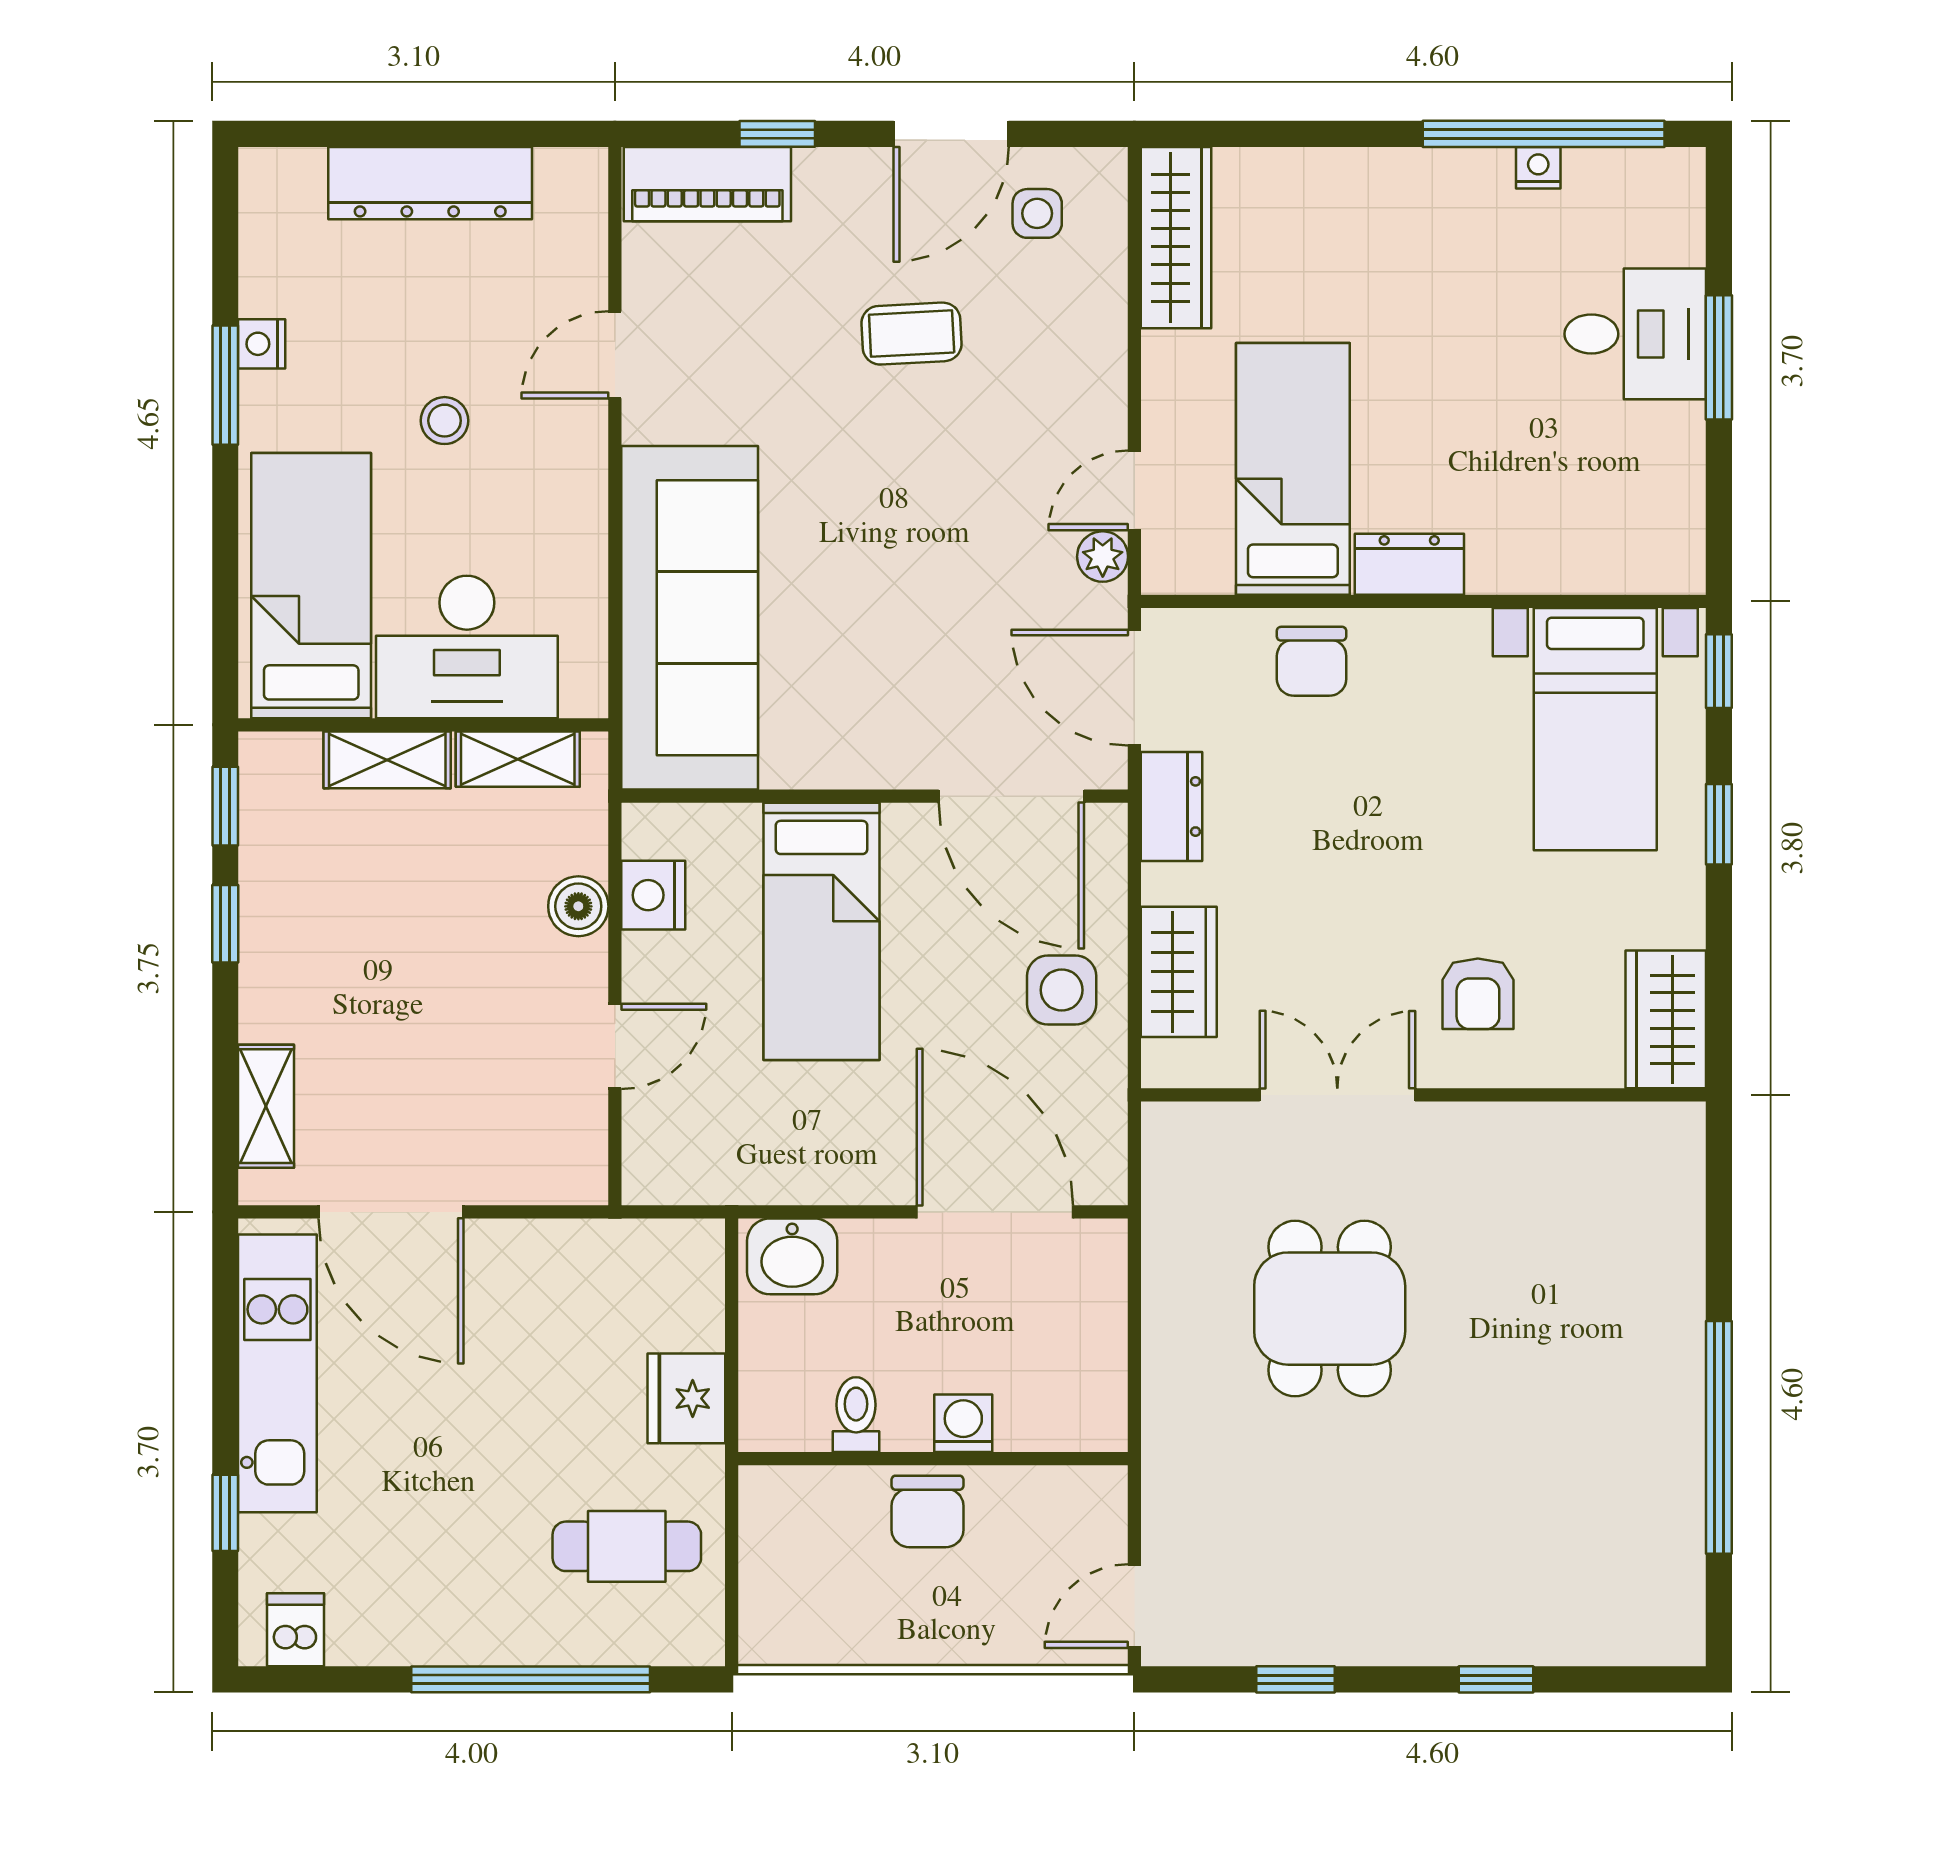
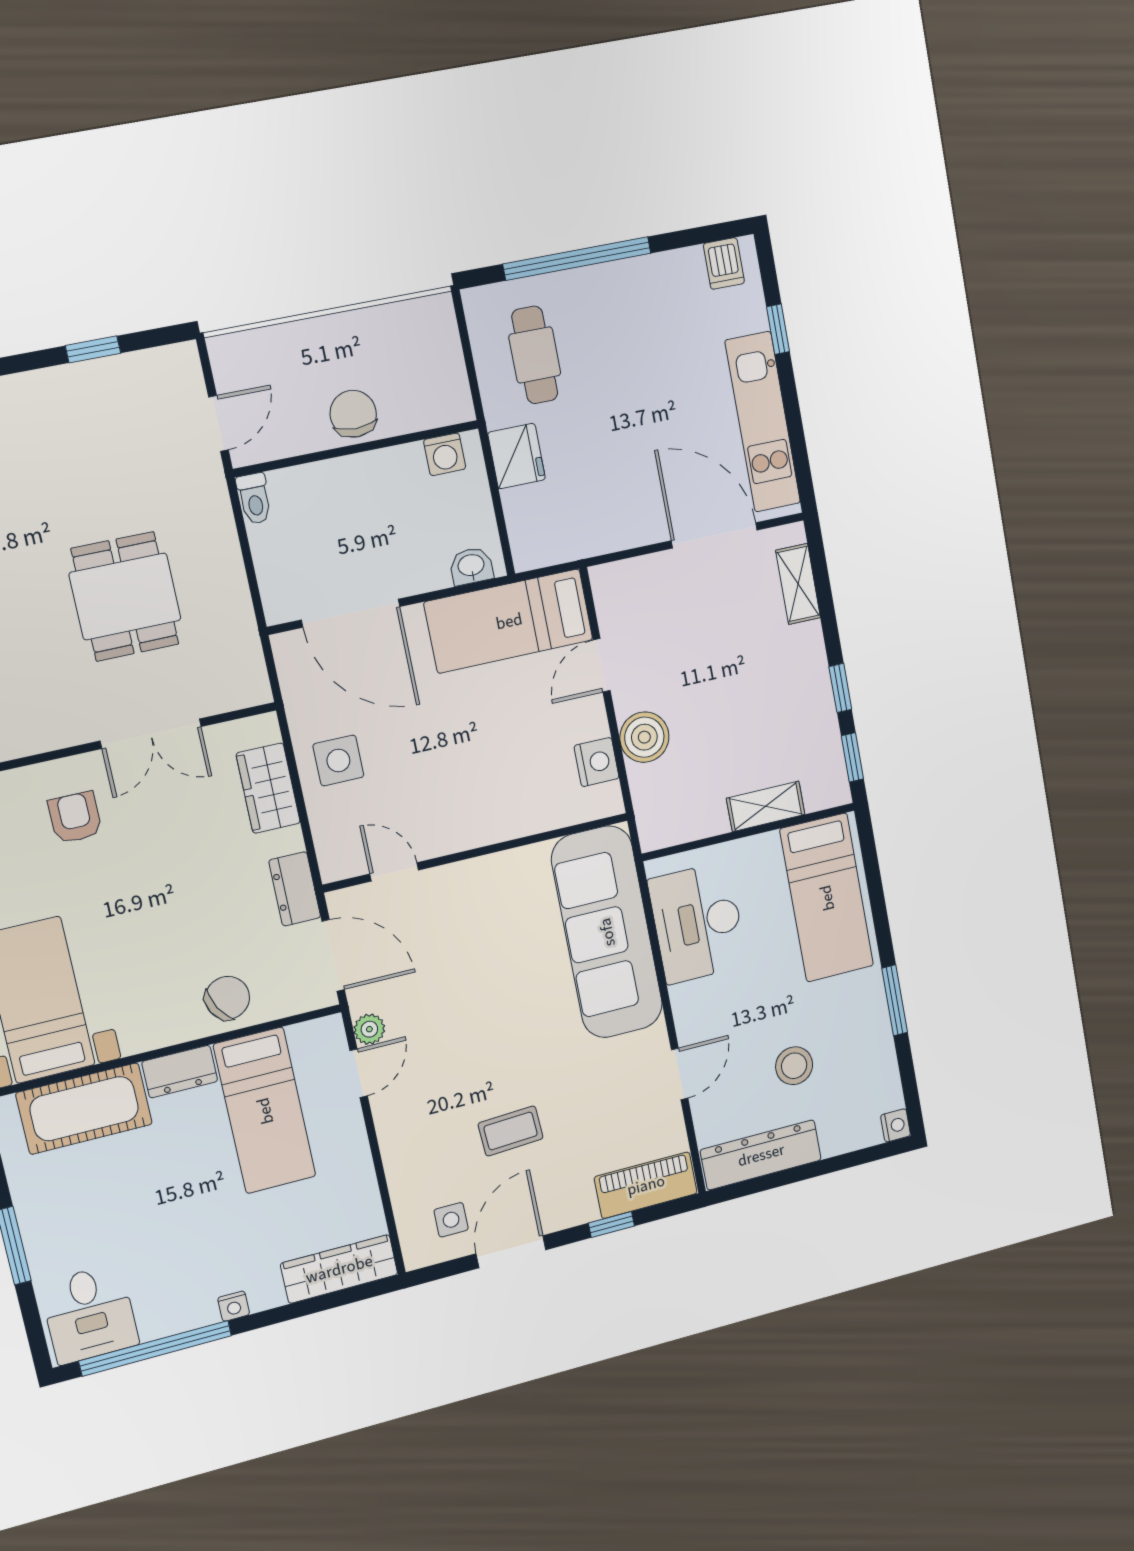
nightstand: (1538, 168) -> (234, 1306), moved
dresser: (430, 183) -> (761, 1155), moved
wardrobe: (1176, 238) -> (339, 1269), moved, turned 90
desk: (1635, 334) -> (89, 1314), moved, turned -90
nightstand: (262, 344) -> (896, 1125), moved
stool: (445, 421) -> (794, 1066), moved, width x1.37, depth x1.37
cot: (1566, 544) -> (84, 1109), added
desk: (467, 647) -> (698, 923), moved, turned -90
chair: (1312, 661) -> (227, 998), turned 61
shelving: (518, 759) -> (691, 825), removed
door: (1011, 796) -> (394, 872), width x0.53
boiler: (578, 906) -> (644, 737), width x1.36, depth x1.36
bed: (821, 931) -> (509, 621), moved, turned -90
washbasin: (792, 1256) -> (471, 566), width x0.72, depth x0.69
toilet: (856, 1415) -> (254, 499), moved
washing machine: (963, 1423) -> (445, 454), moved
cafe table: (627, 1546) -> (535, 355), turned 90
door: (1134, 1606) -> (219, 423), moved

